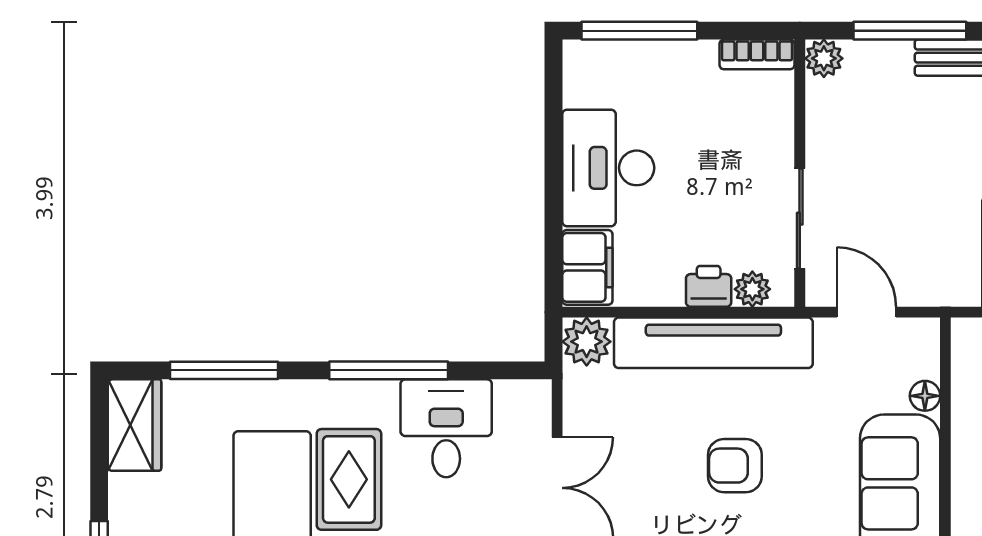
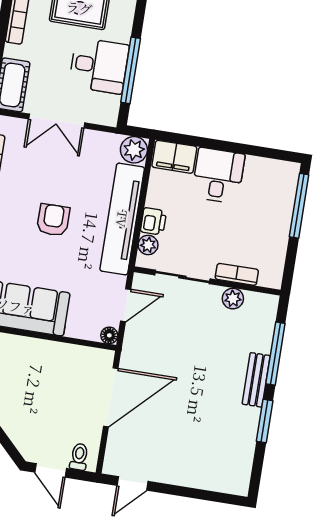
bookcase: (757, 54) -> (237, 274), moved, turned 90
plant: (824, 58) -> (233, 299), moved
desk: (608, 168) -> (218, 175), width x0.73
window: (389, 370) -> (131, 70), moved
floor lamp: (925, 396) -> (109, 335), moved

